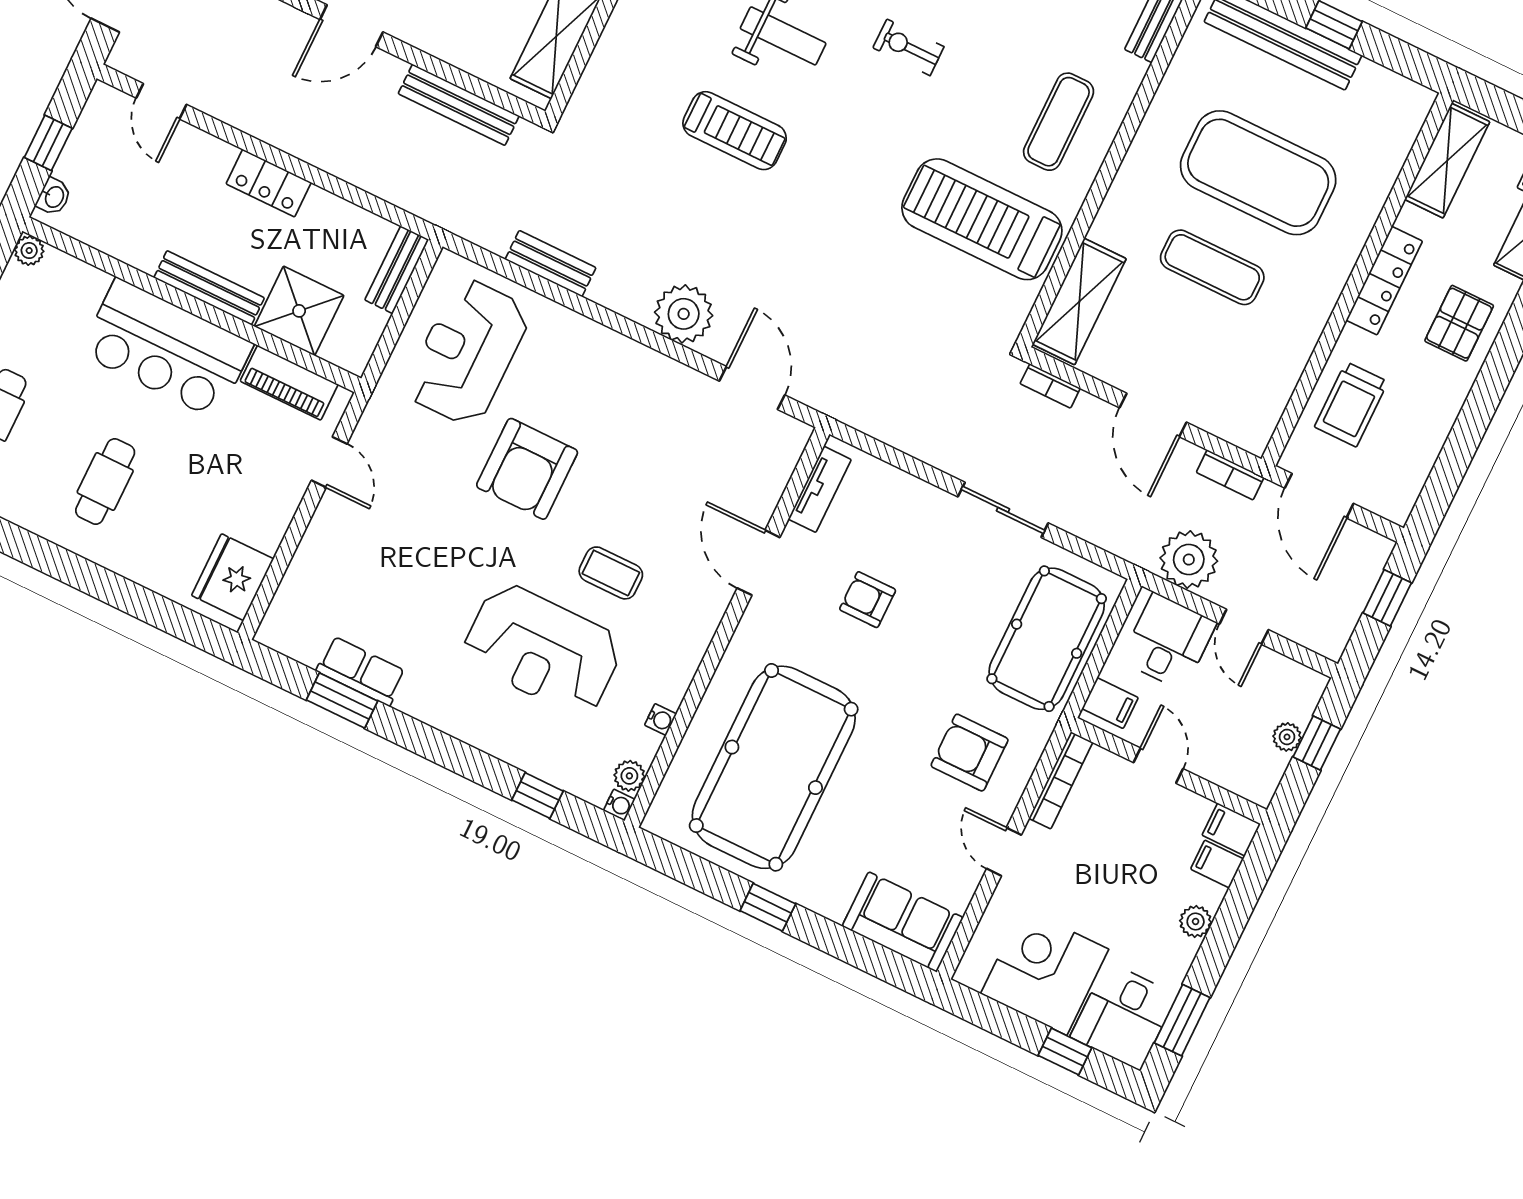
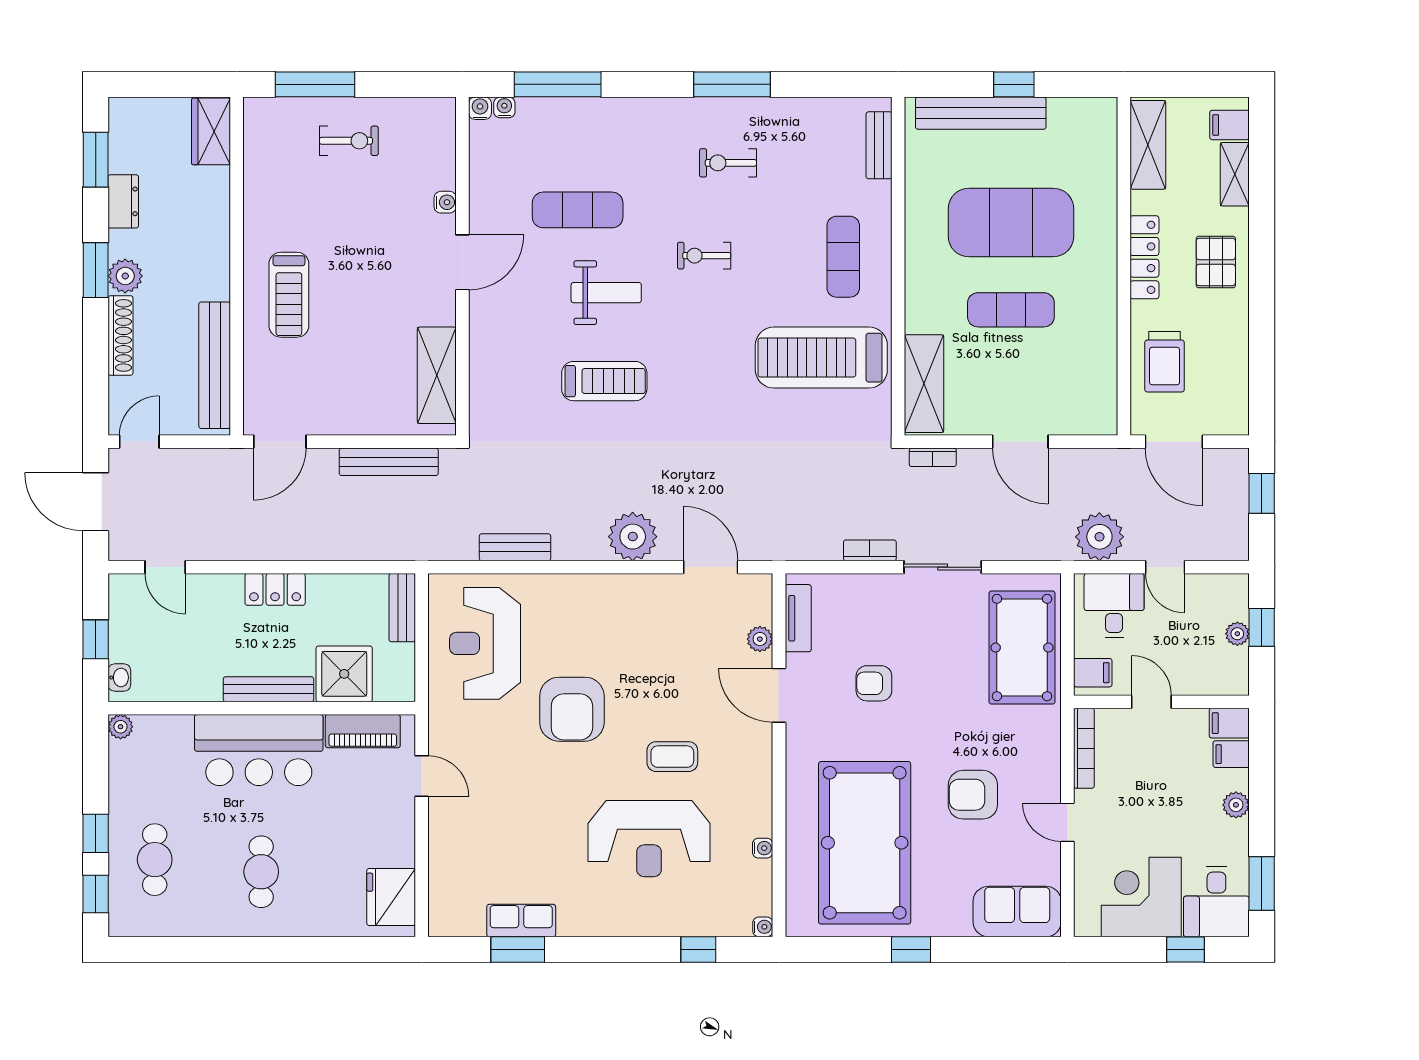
bookcase: (1230, 475) -> (870, 550), moved, turned 180
armchair: (970, 753) -> (973, 795), moved
plant: (629, 776) -> (760, 639), moved

